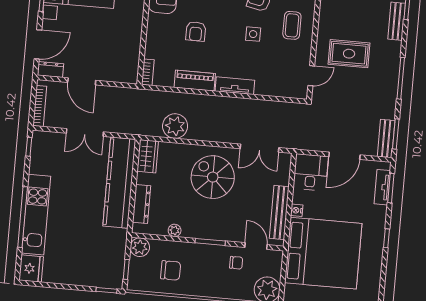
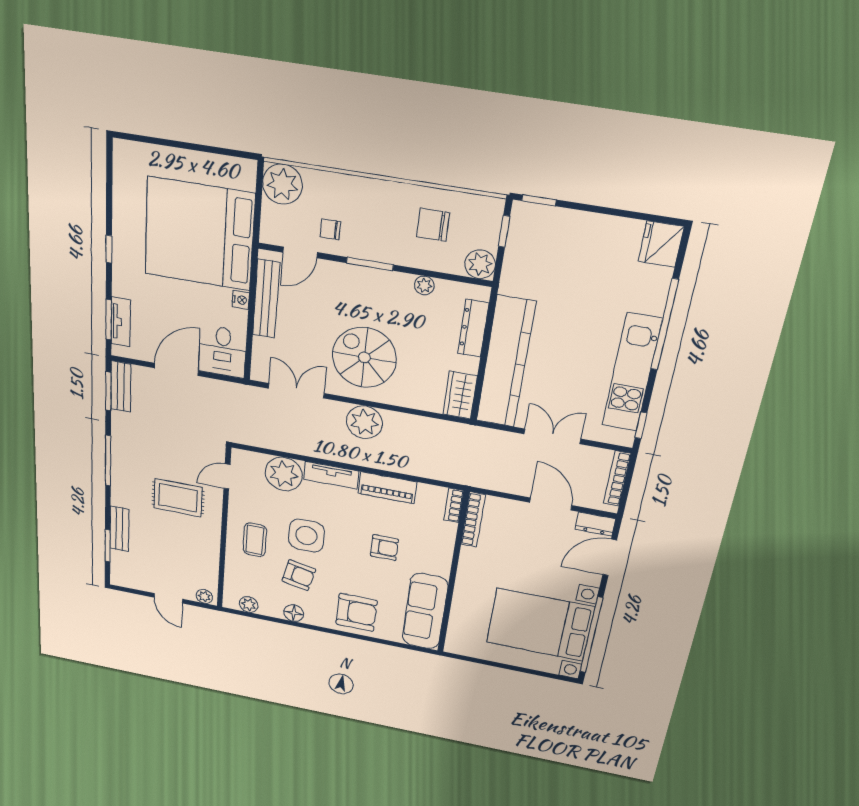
armchair: (196, 31) -> (384, 548), turned 90
side table: (253, 34) -> (306, 536), width x1.87, depth x1.87
bookcase: (134, 62) -> (473, 520), added
plant: (269, 83) -> (284, 474), added
plant: (175, 126) -> (364, 422), moved
spiral stairs: (213, 177) -> (364, 357), turned 180
kitchen unit: (36, 215) -> (632, 373), moved
door: (256, 246) -> (300, 252), hinge flipped

